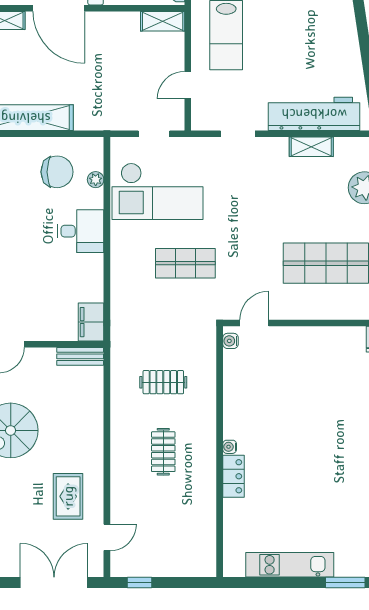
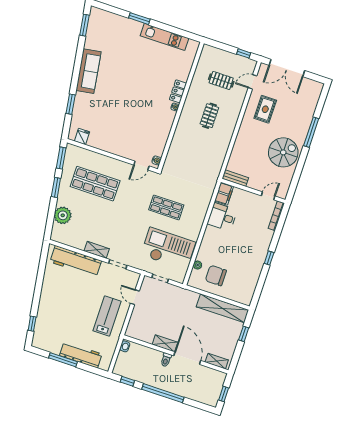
shelving: (163, 21) -> (165, 343), moved
door: (188, 85) -> (135, 297), swing flipped
shelving: (311, 147) -> (97, 250), moved
desk: (81, 231) -> (222, 217), moved
clothes rail: (163, 382) -> (221, 80), moved

